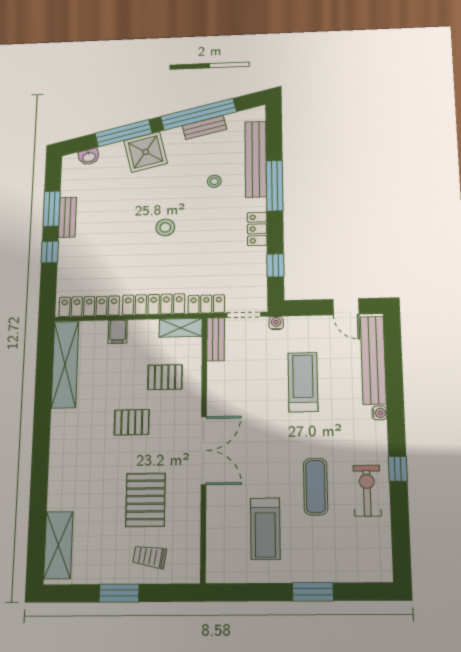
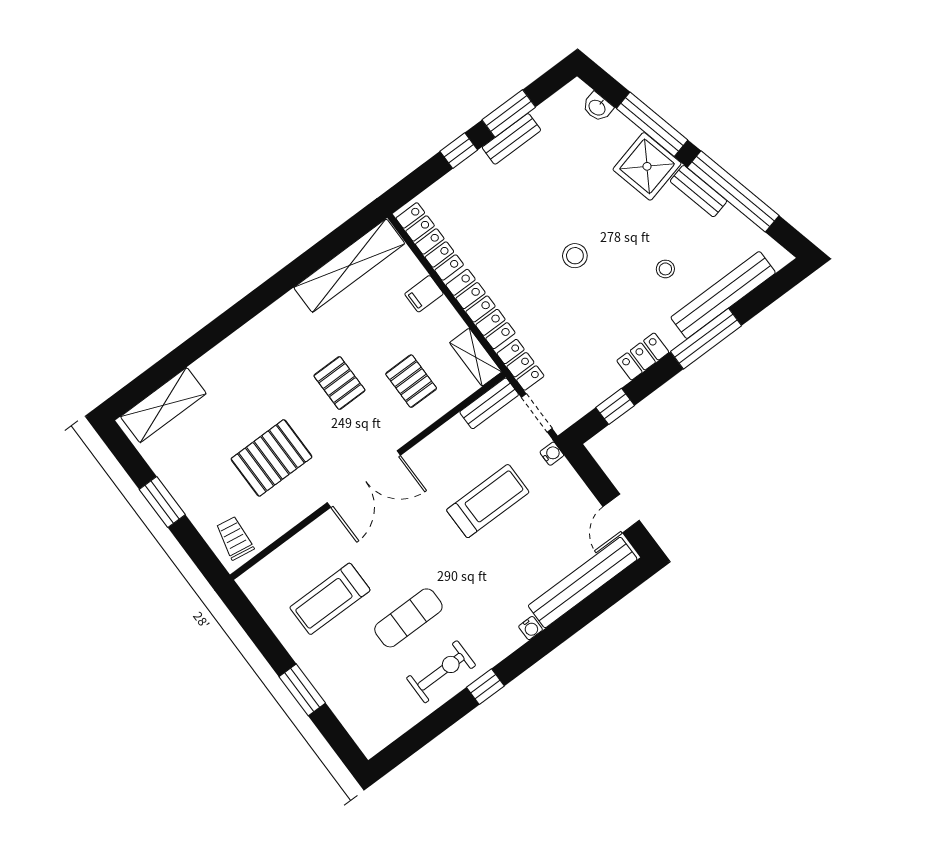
bench: (204, 128) -> (698, 191), moved
treadmill: (303, 382) -> (488, 501), moved
trolley: (150, 557) -> (235, 538), moved

